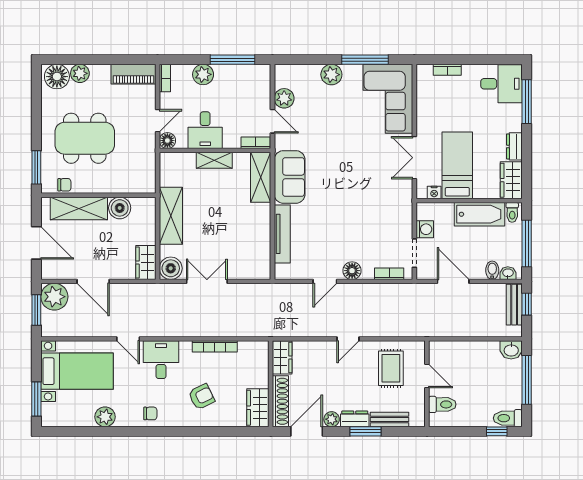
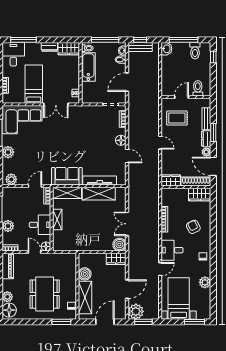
plant: (284, 98) -> (11, 179), moved
bed: (457, 165) -> (34, 84), moved, turned 90
shelving: (171, 216) -> (99, 194), moved
washing machine: (425, 229) -> (97, 98), removed
toilet: (508, 418) -> (195, 51), moved

